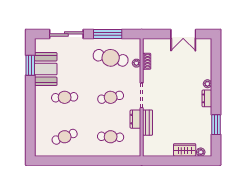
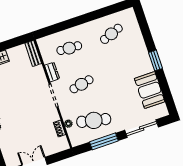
window: (30, 65) -> (155, 60), moved
cafe table: (65, 97) -> (124, 70), removed
bench: (148, 123) -> (33, 53), moved

